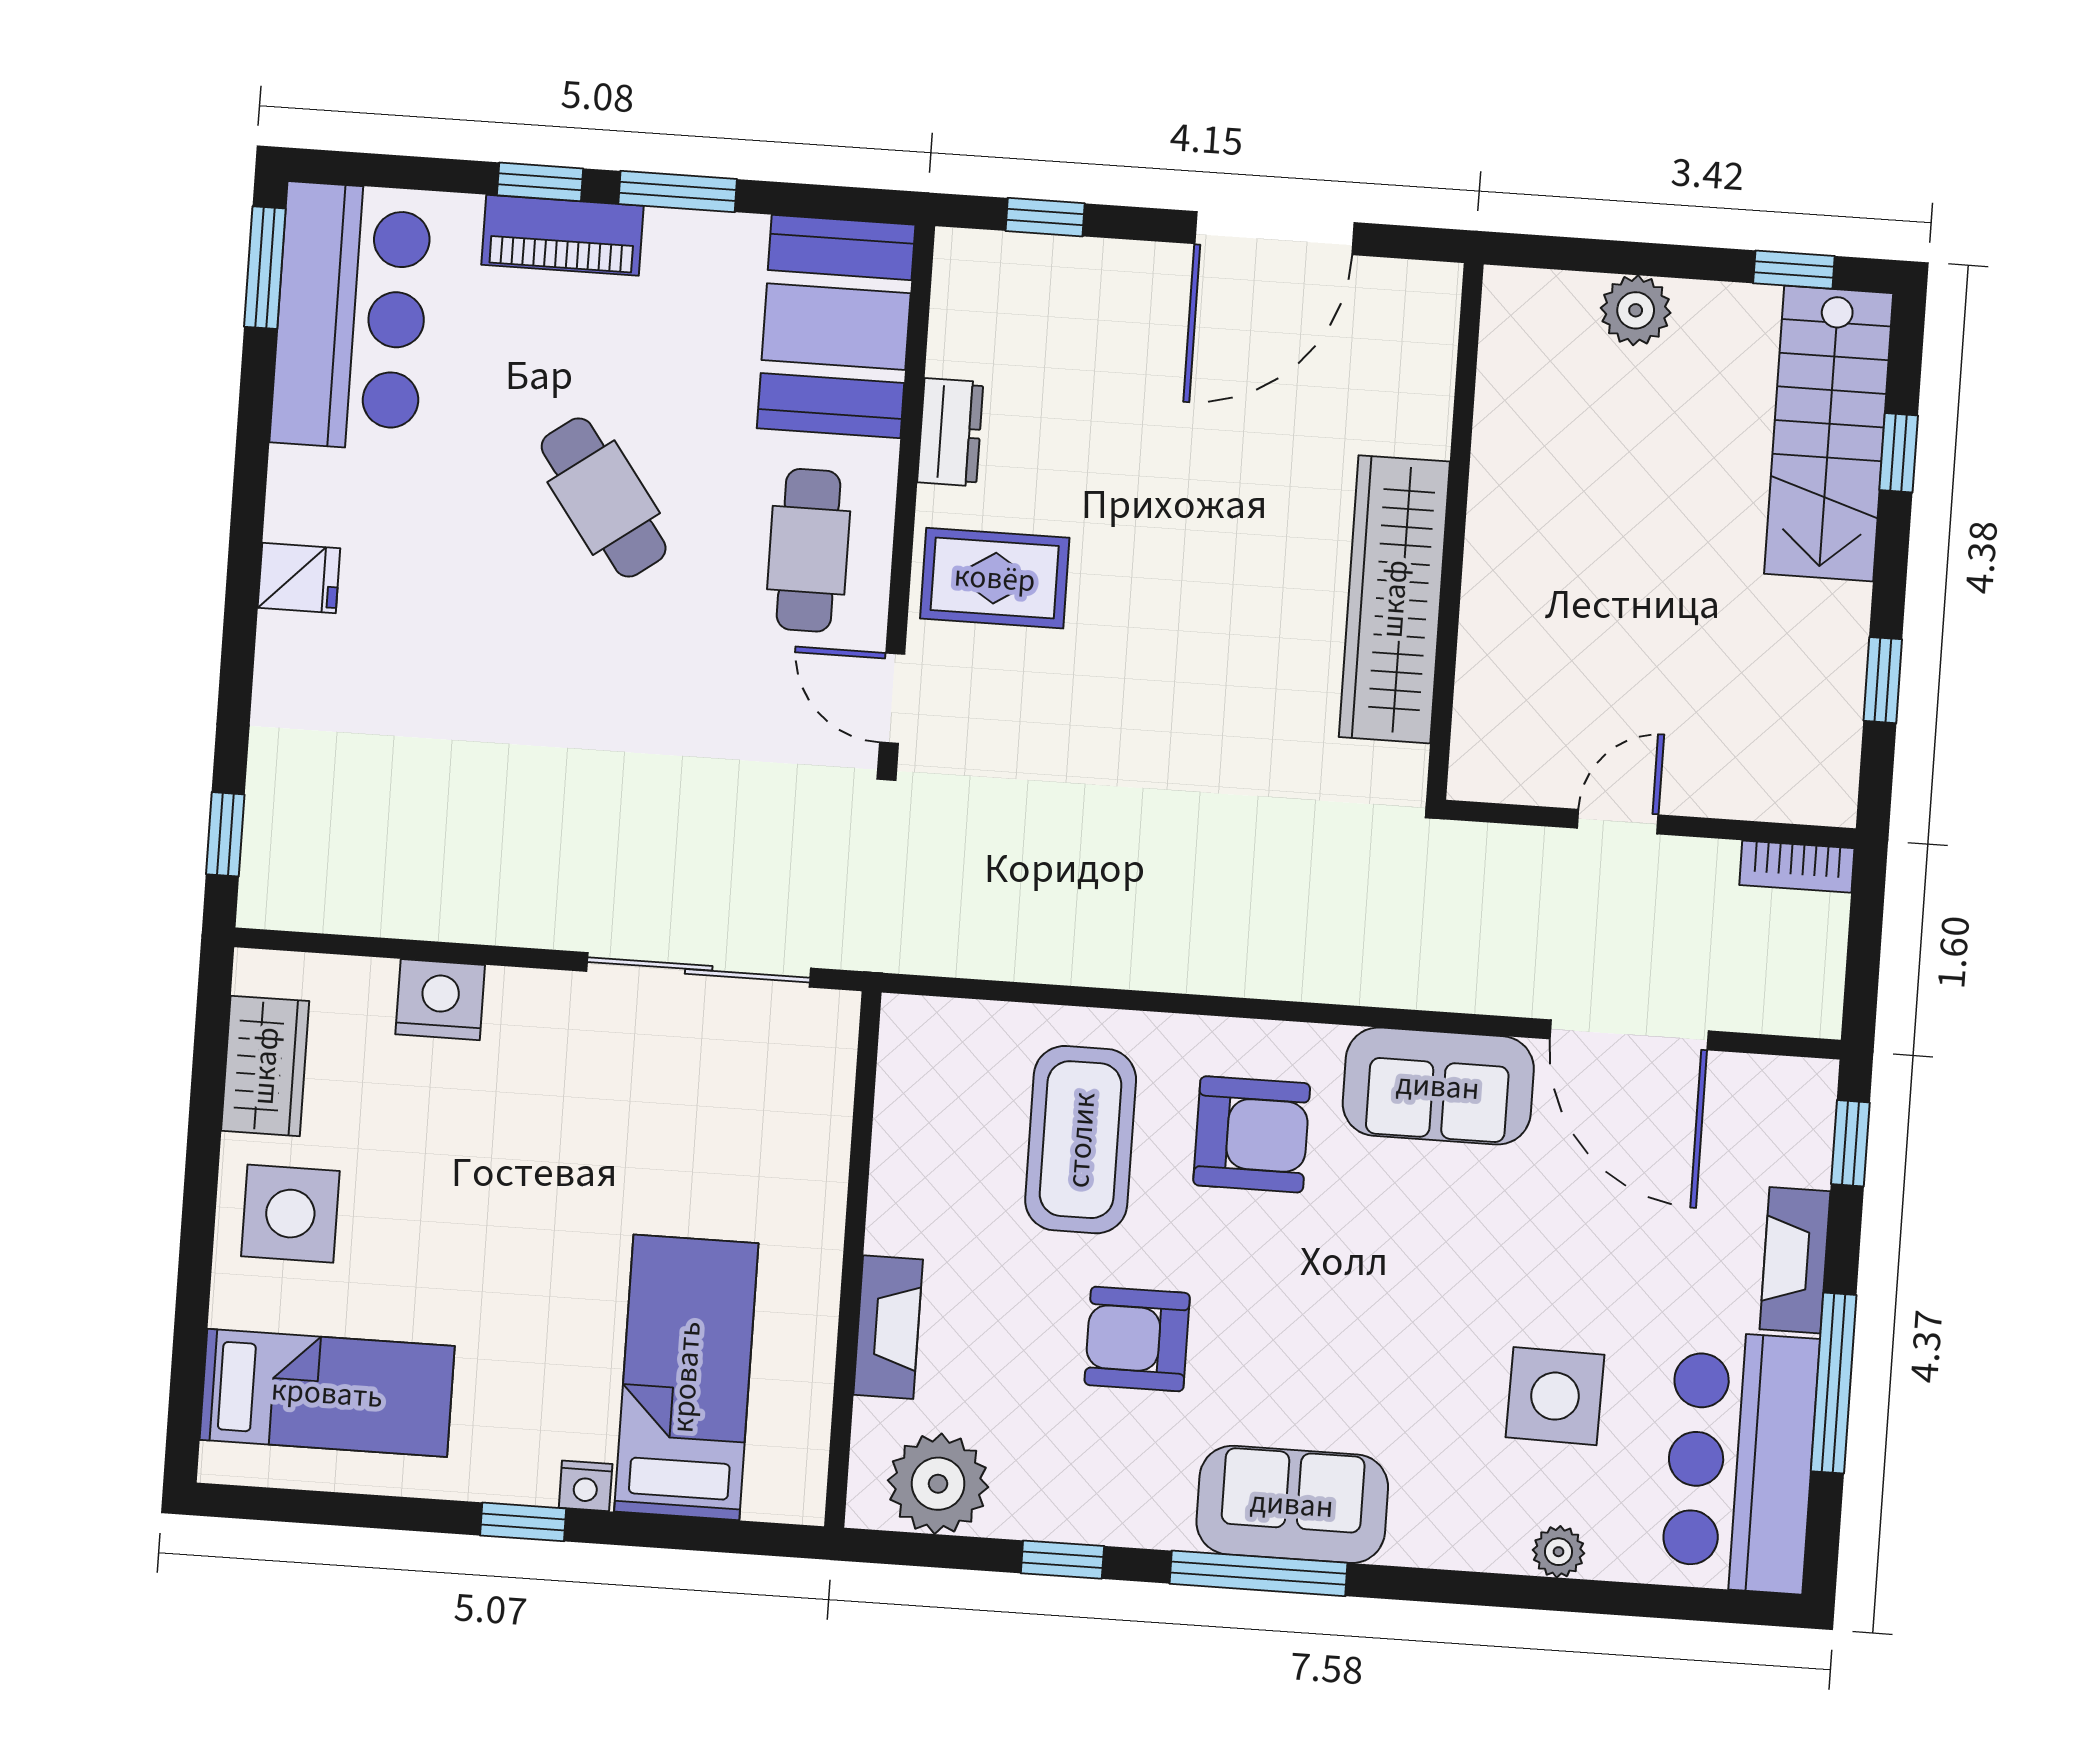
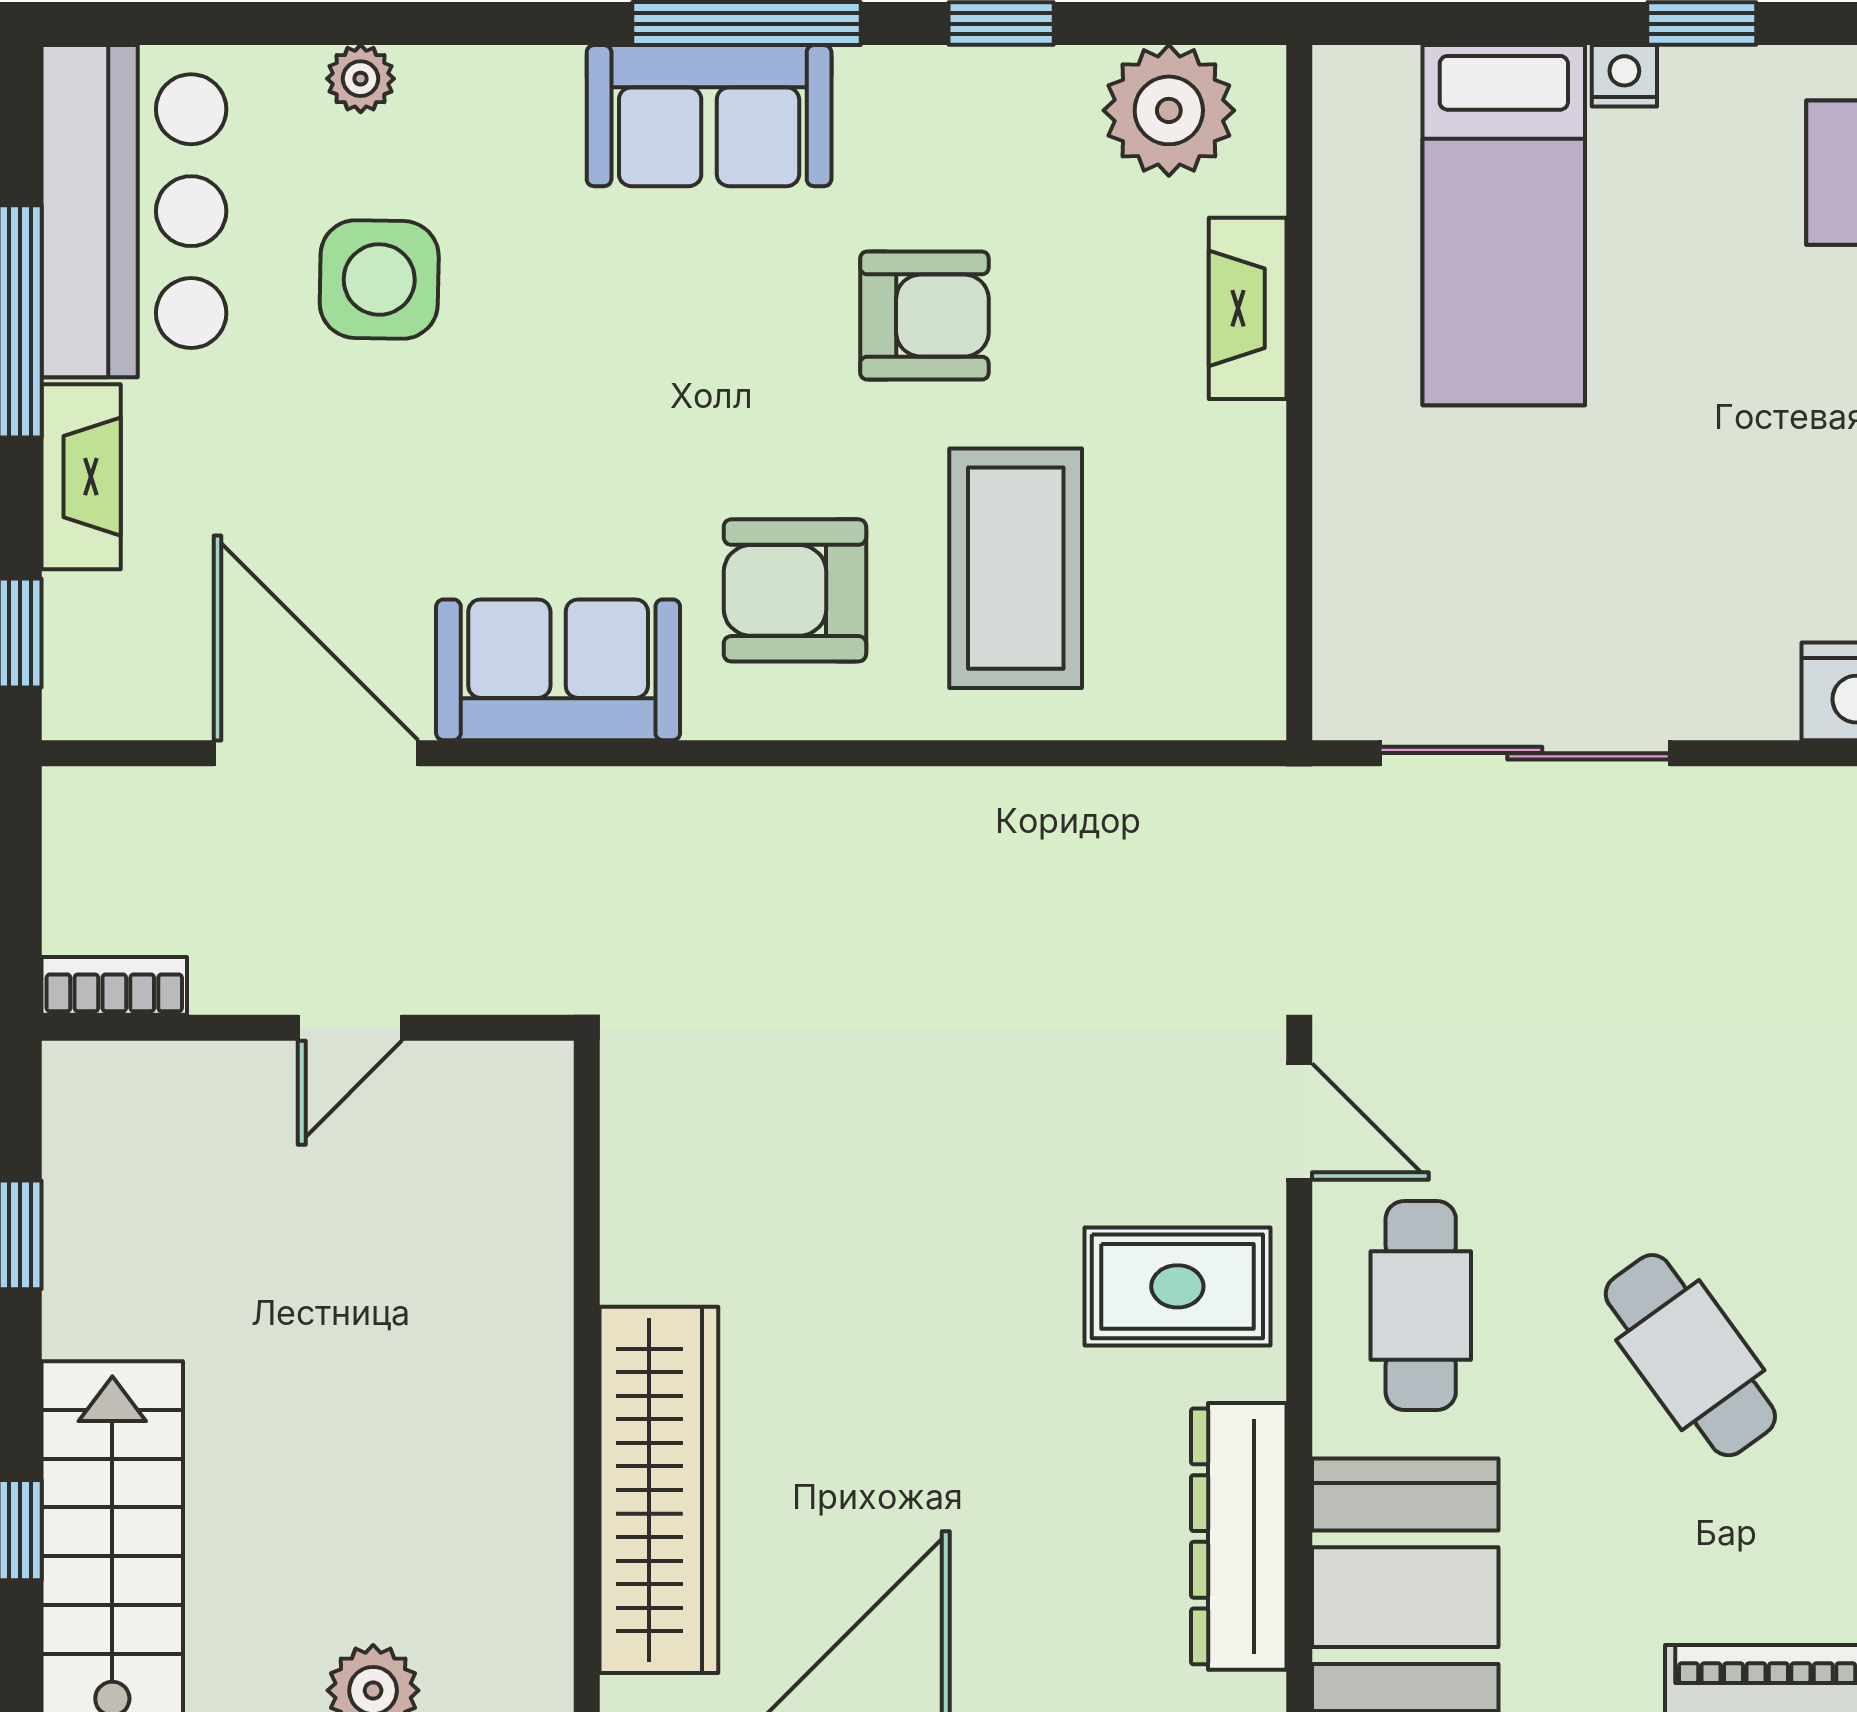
dresser: (950, 432) -> (1239, 1536), width x1.96, depth x1.24
wardrobe: (1394, 599) -> (659, 1490), moved

